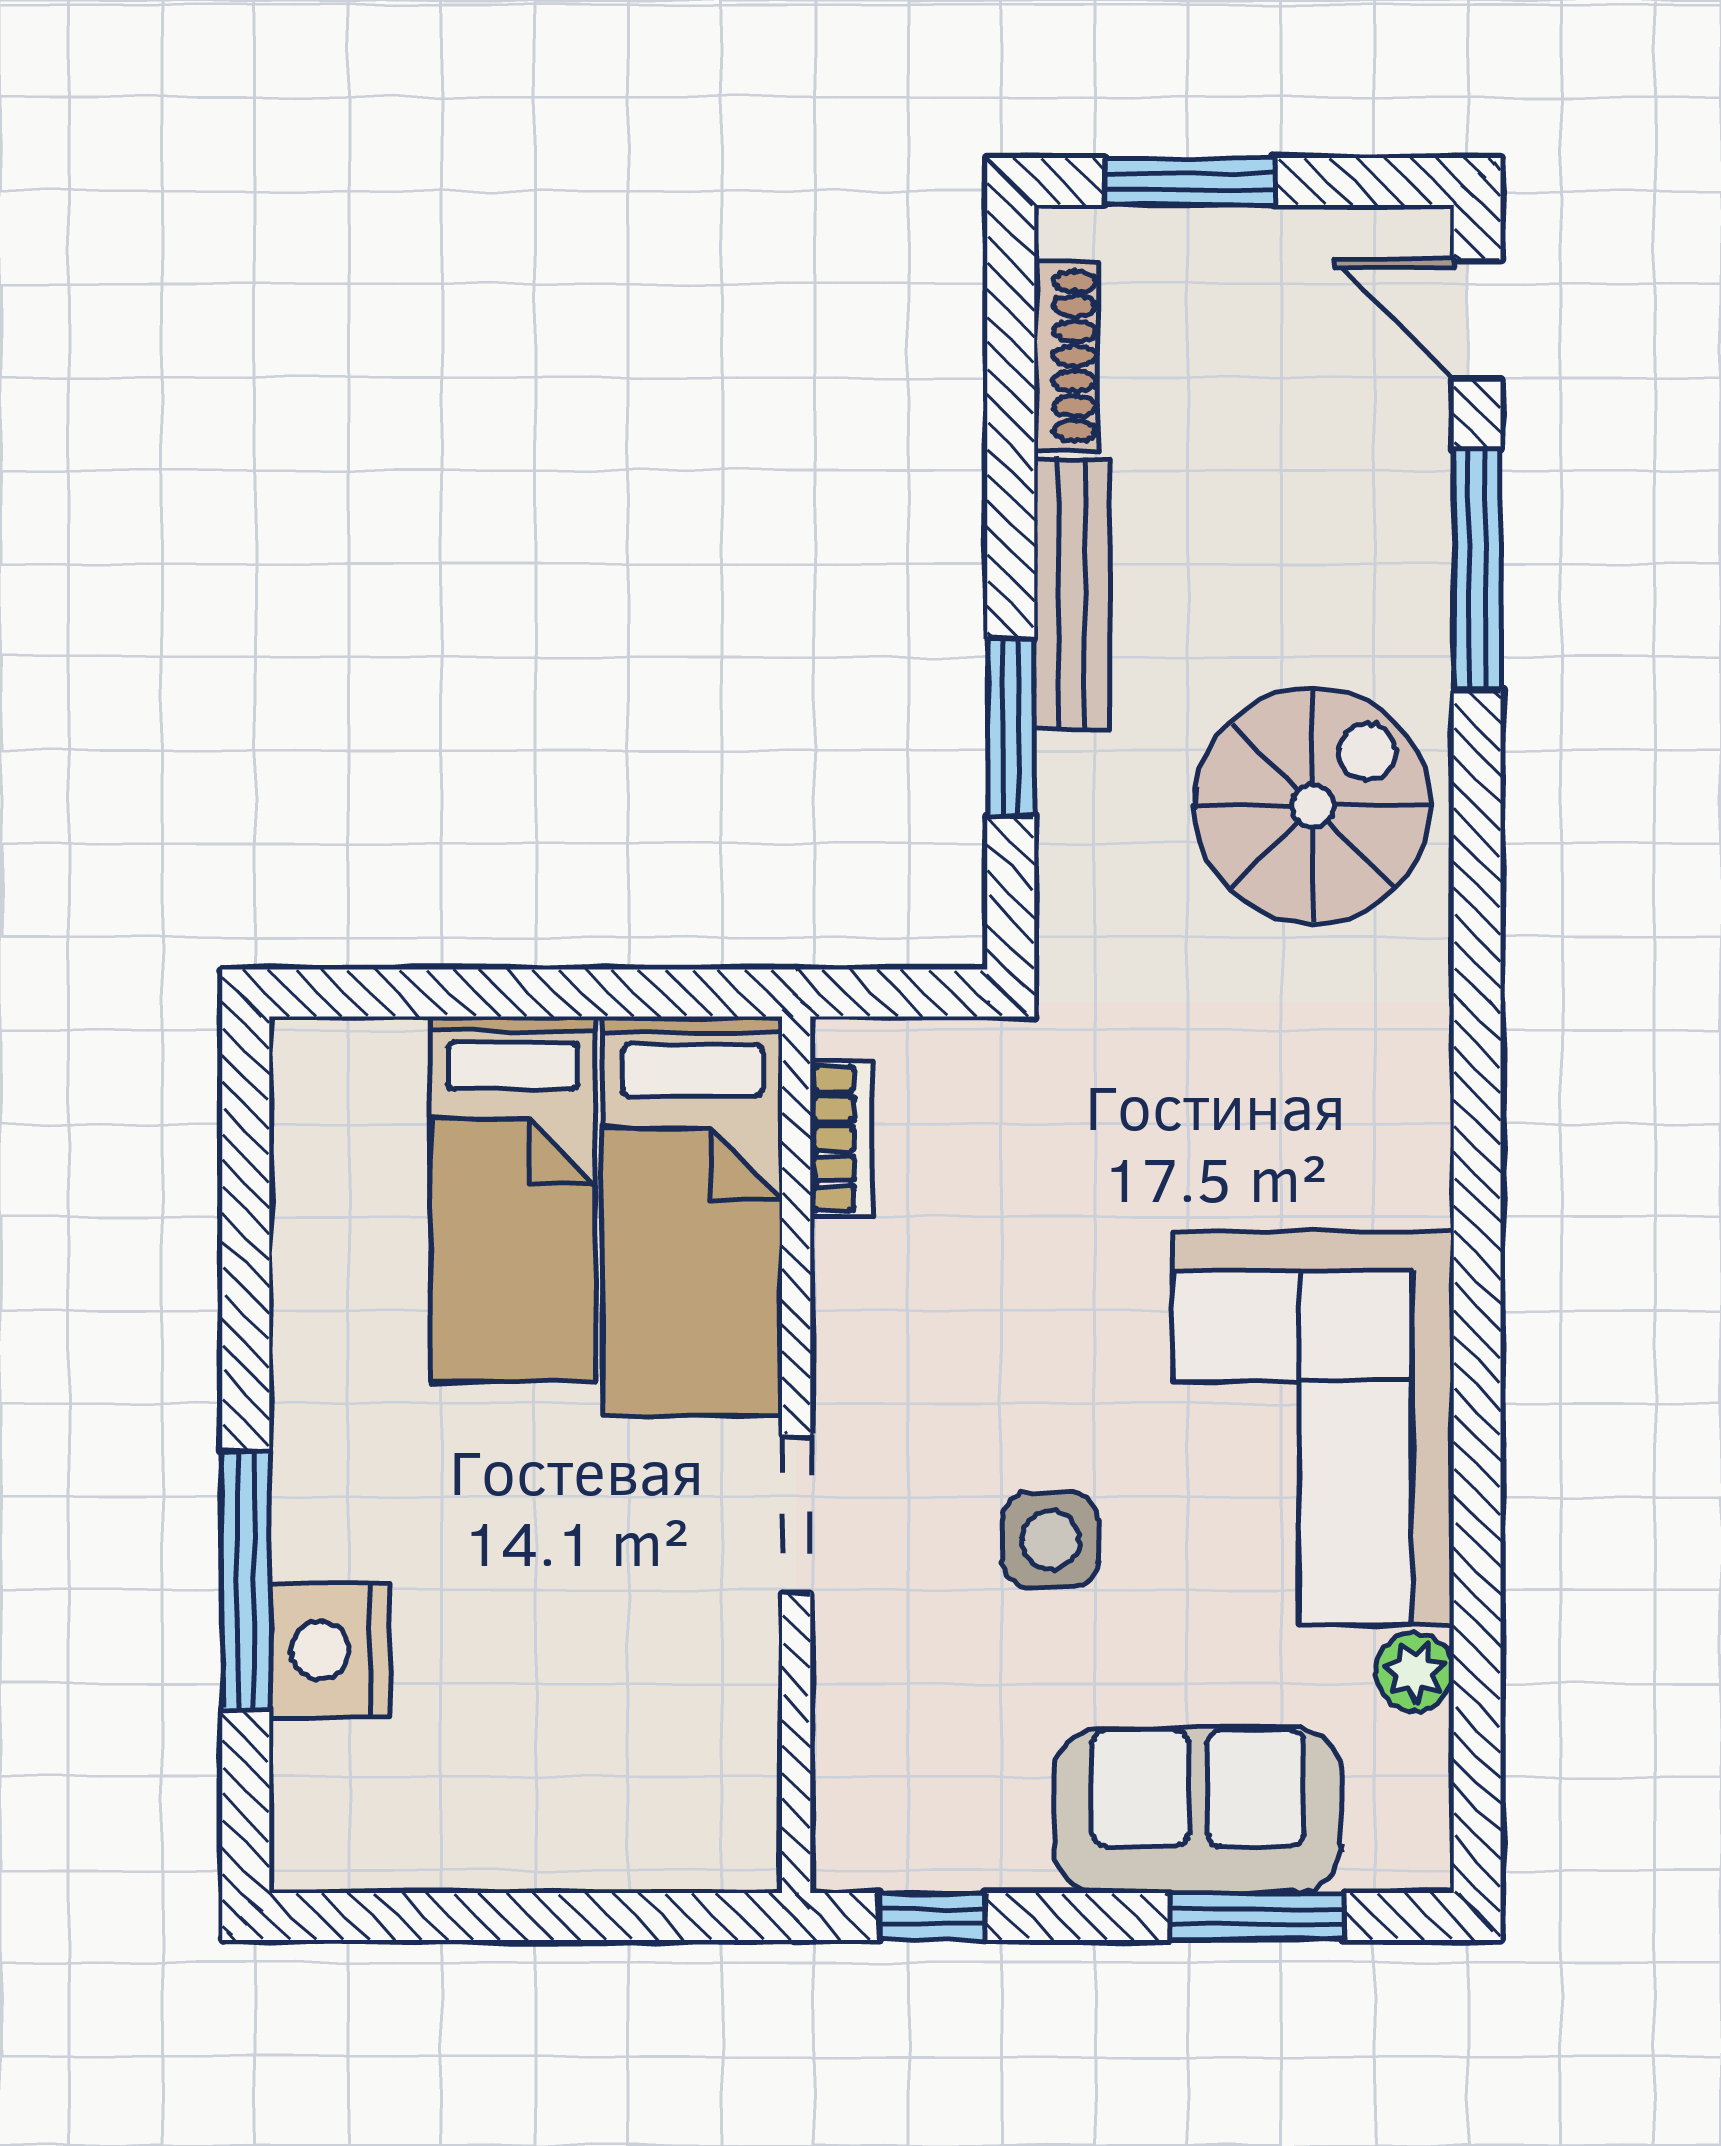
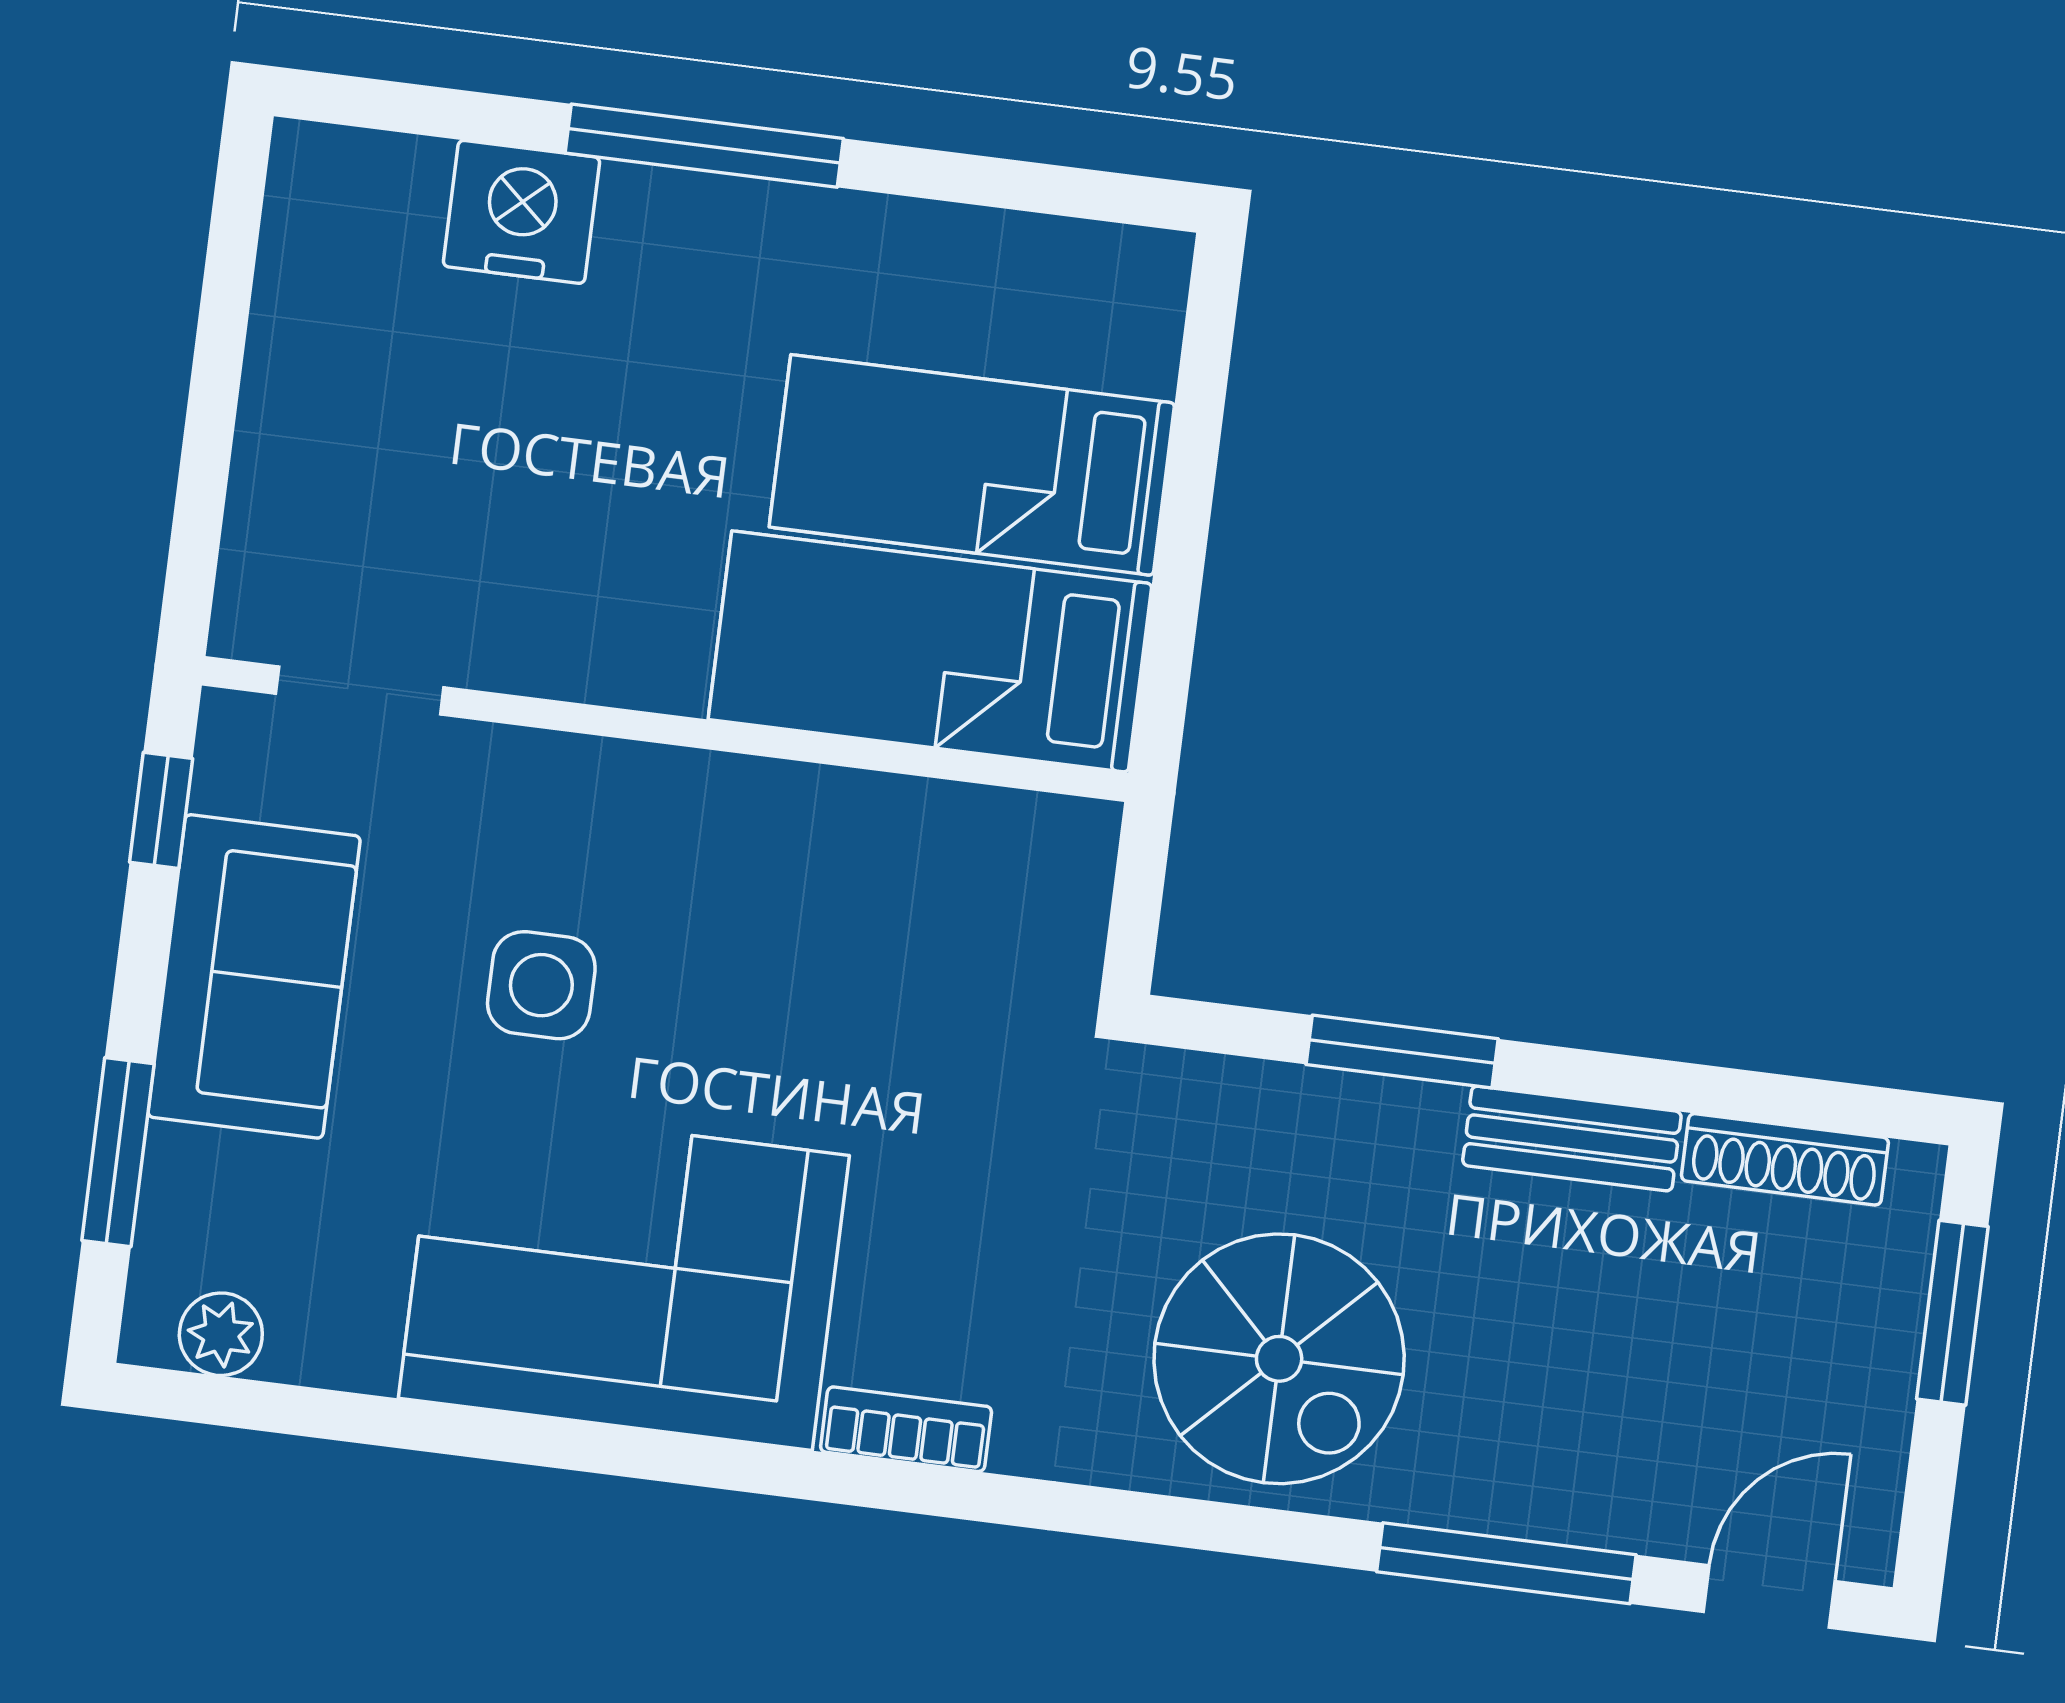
bench: (1072, 594) -> (1572, 1139), width x0.73
bookcase: (841, 1139) -> (906, 1429), moved, turned 180
doorway: (796, 1514) -> (360, 690), moved
window: (246, 1580) -> (704, 146), moved
plant: (1415, 1672) -> (221, 1334), moved
sofa: (1198, 1810) -> (254, 976), moved

